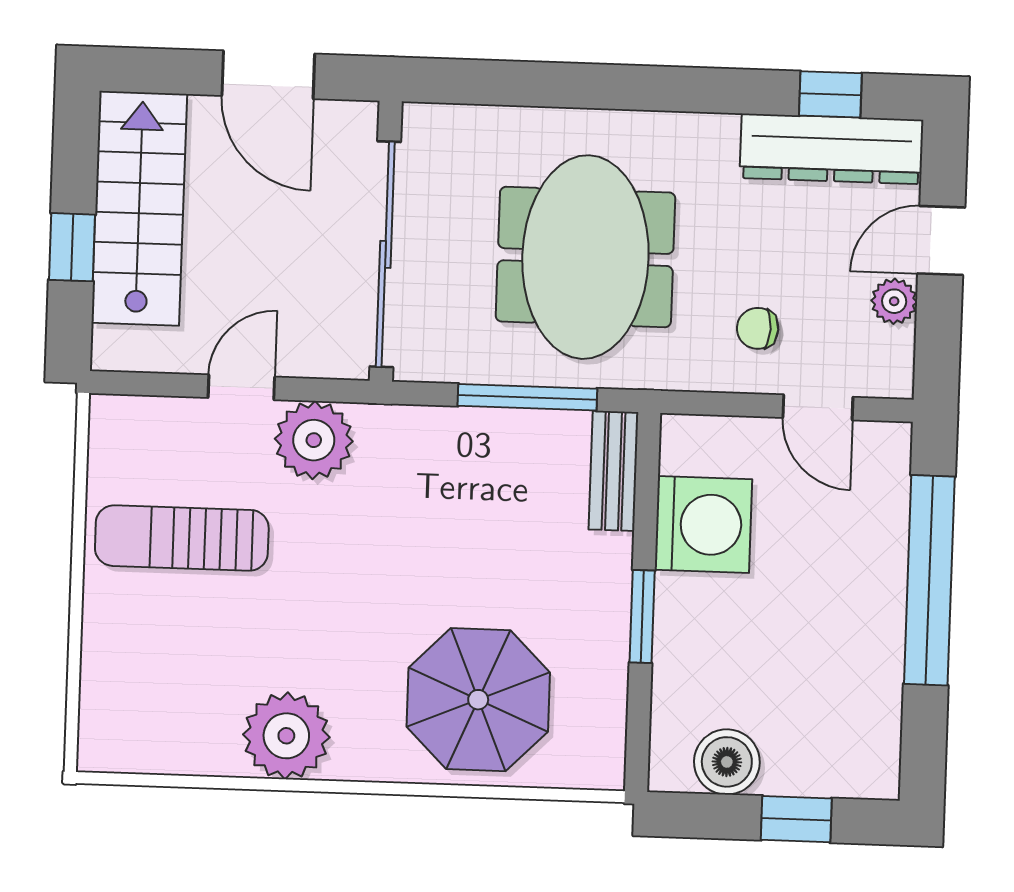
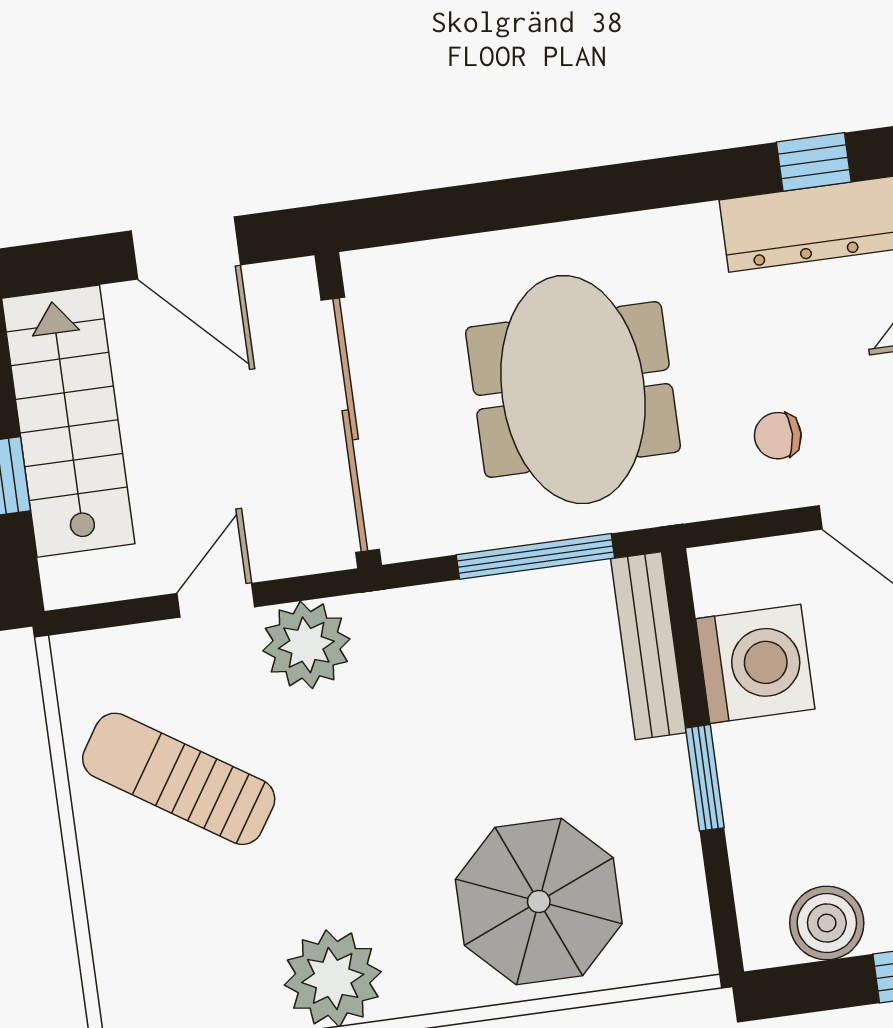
bench: (613, 471) -> (648, 646), width x1.36
sun lounger: (182, 538) -> (179, 779), turned 33

